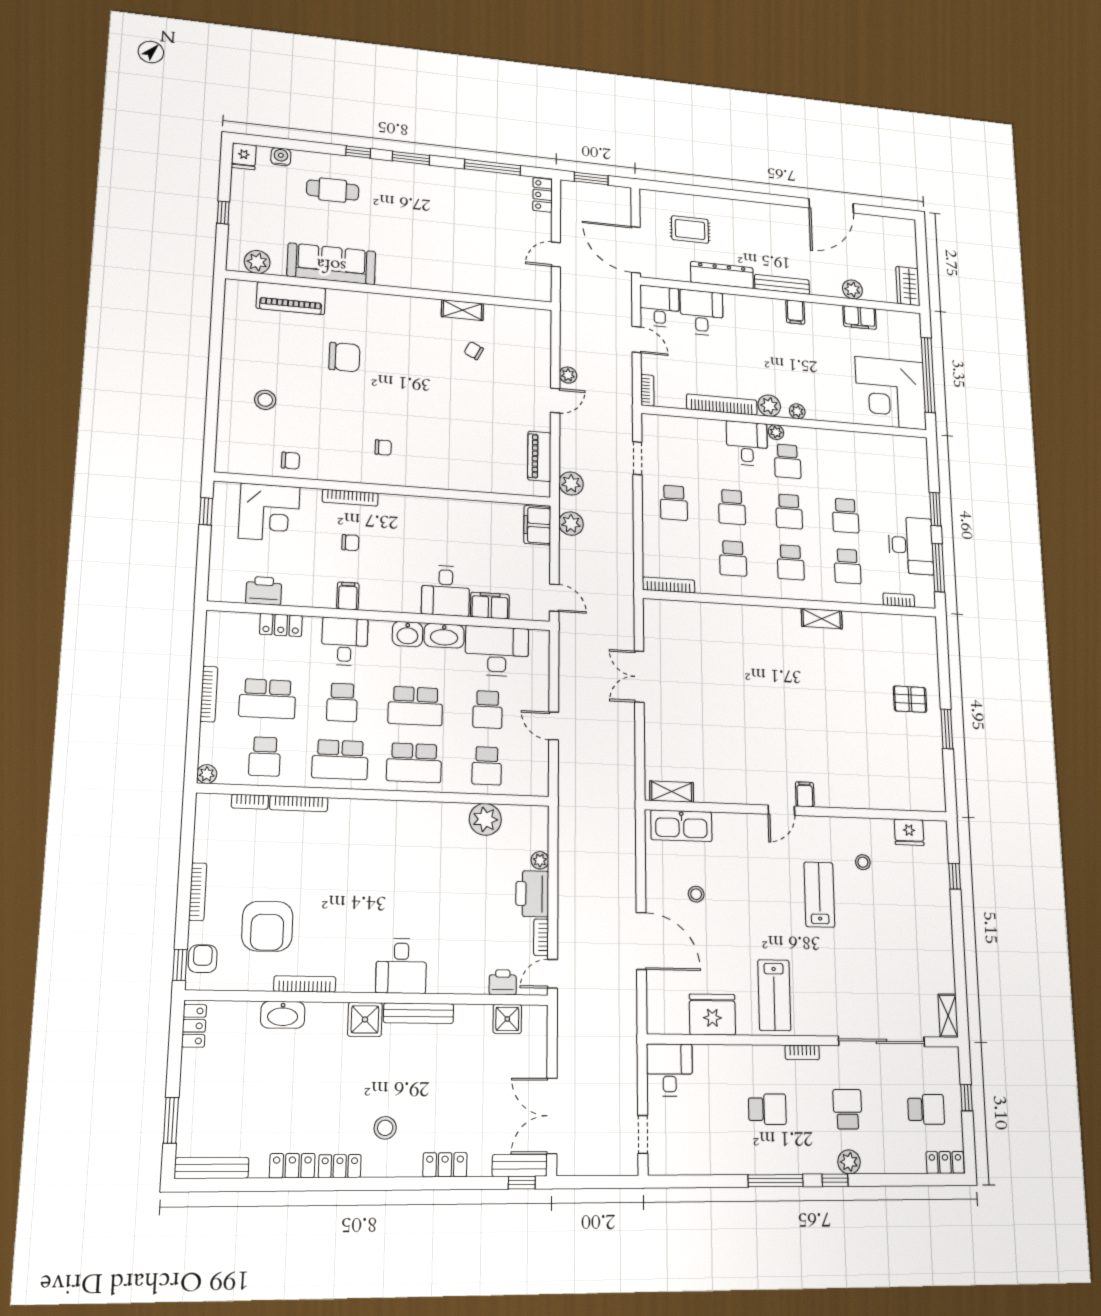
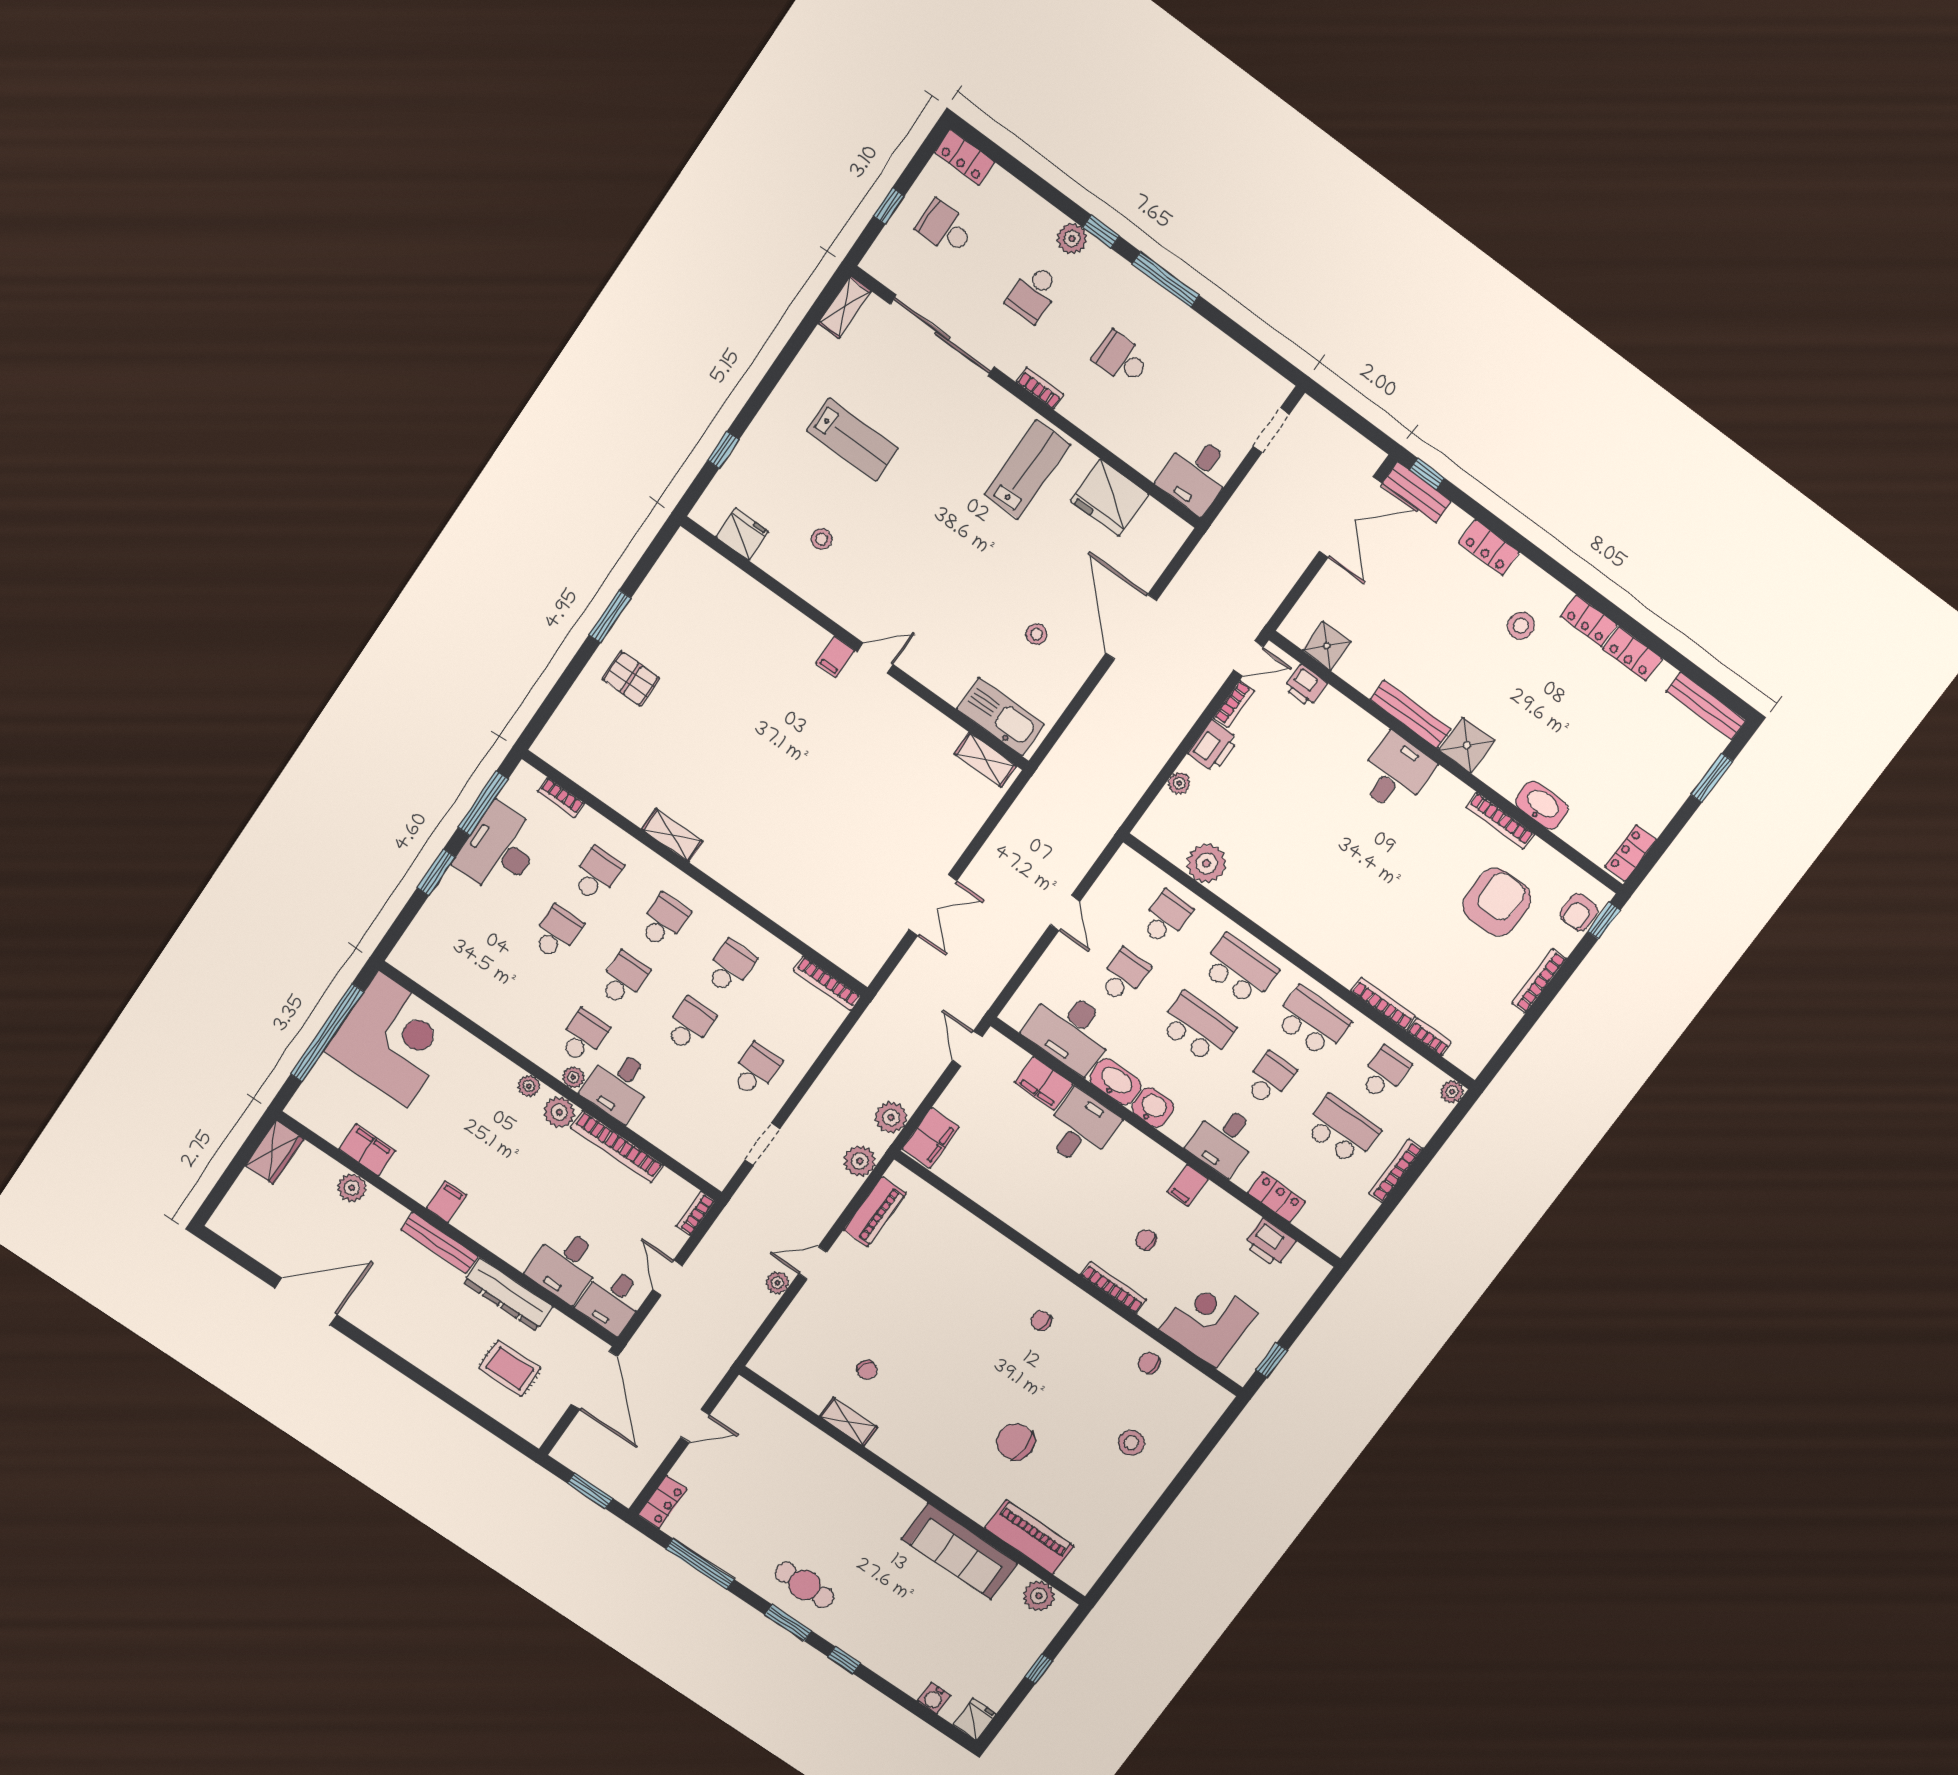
cafe table: (333, 190) -> (805, 1585), moved
printer: (532, 894) -> (1213, 746), width x0.73, depth x0.84
lab bench: (819, 895) -> (852, 440), moved, turned -90

